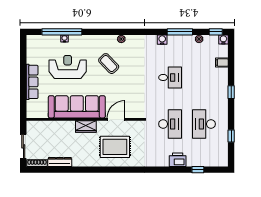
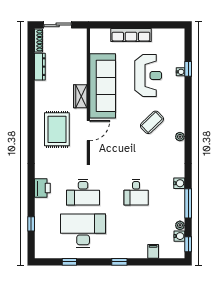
window: (62, 32) -> (188, 69), width x0.32
water cooler: (223, 40) -> (179, 236), moved
door: (116, 119) -> (88, 131), hinge flipped
desk: (204, 124) -> (83, 231), width x1.36, depth x1.30
printer: (178, 160) -> (42, 188), moved

